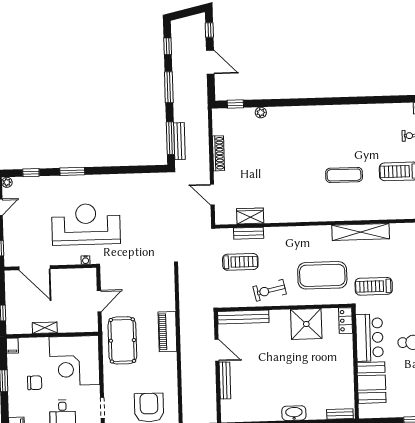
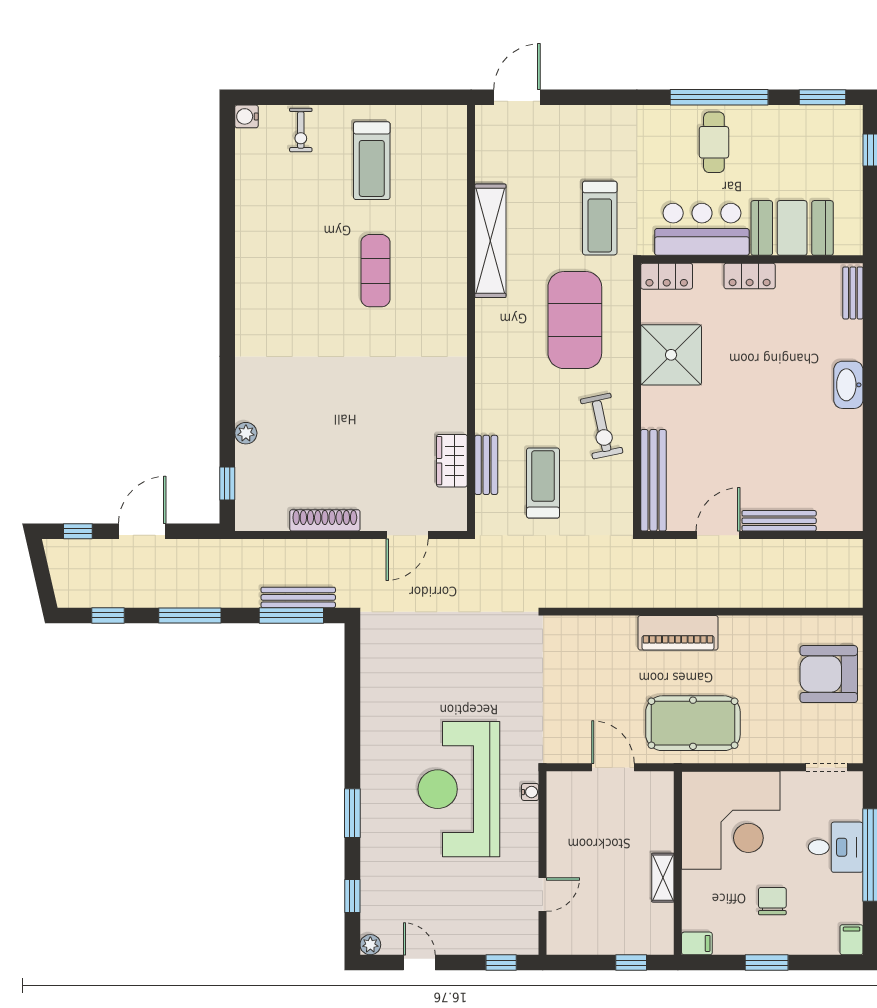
door: (35, 268) -> (543, 894), width x0.53
locker: (347, 362) -> (750, 276), added

